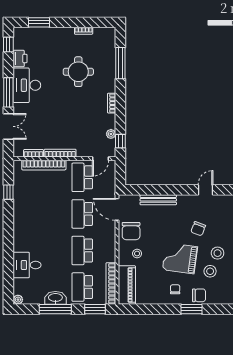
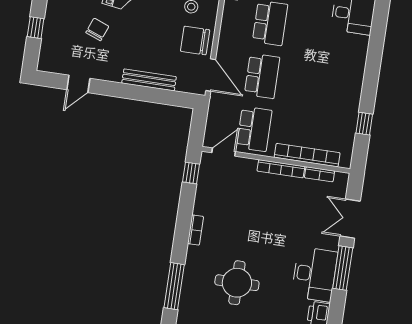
plant: (111, 134) -> (203, 186), removed
chair: (131, 231) -> (195, 41), turned -90

